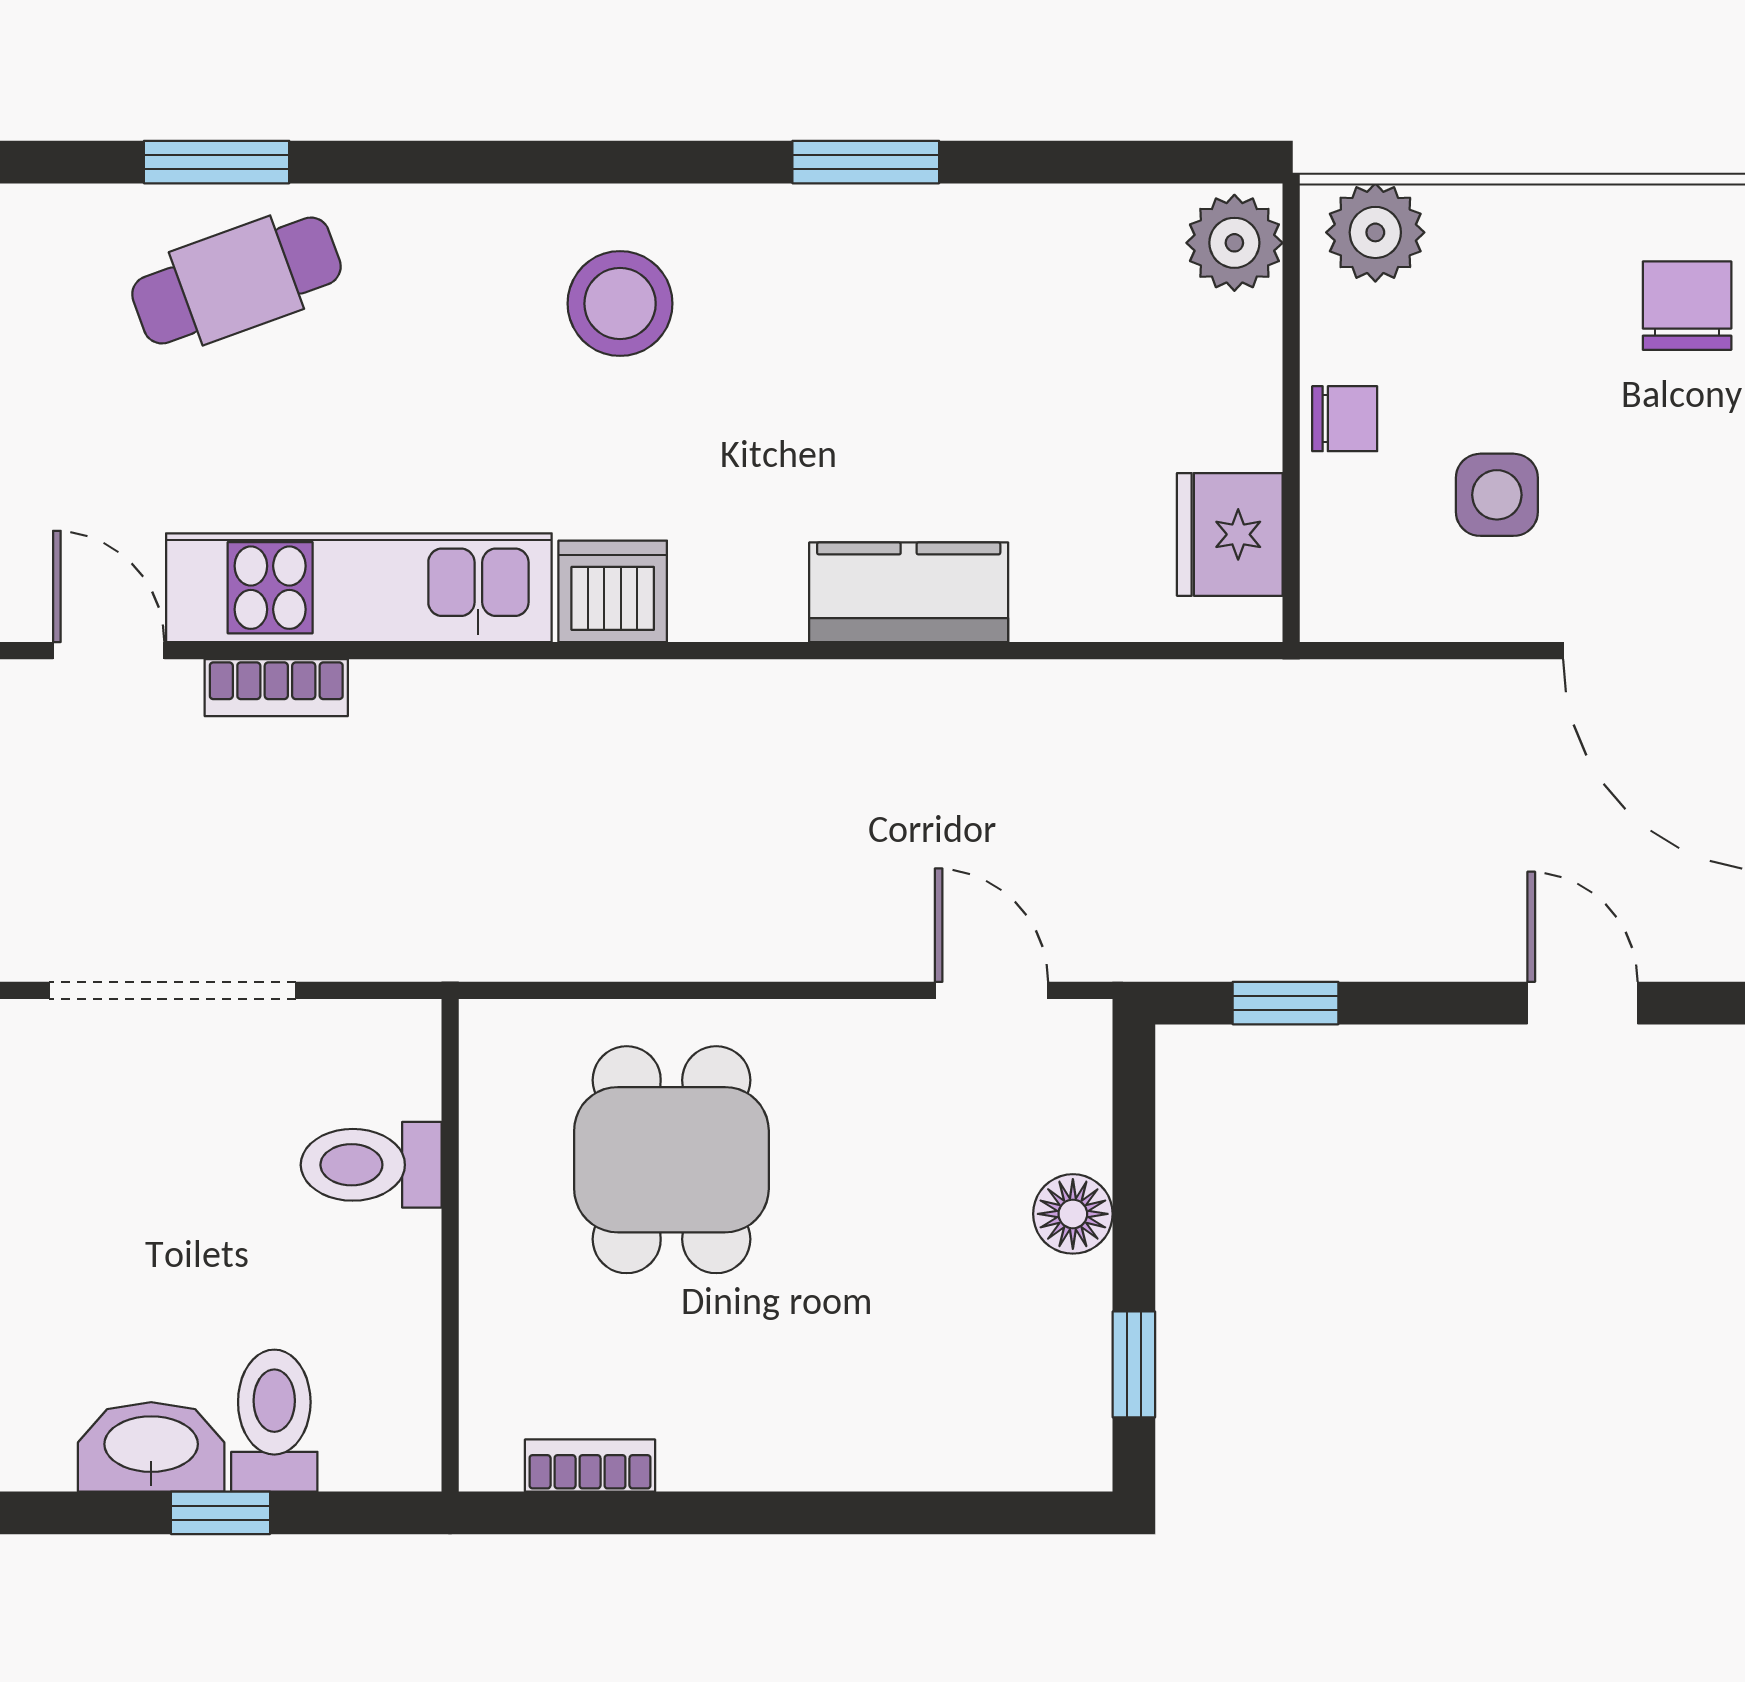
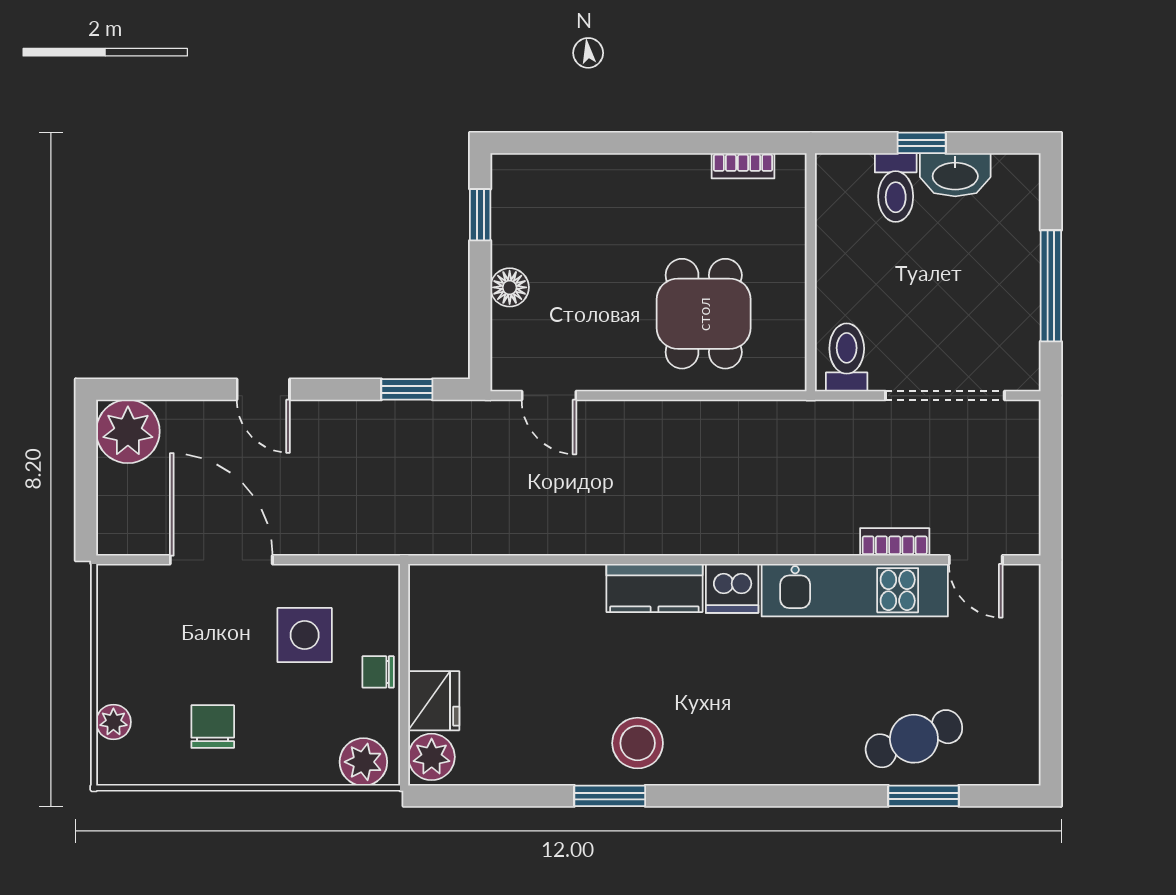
stool: (620, 304) -> (638, 743), moved
chair: (1687, 306) -> (213, 727), turned 180
side table: (1497, 495) -> (305, 635), width x1.37, depth x1.37
fridge: (1230, 534) -> (434, 701), moved
kitchen counter: (909, 592) -> (654, 588), moved
toilet: (371, 1165) -> (847, 357), moved, turned -90

